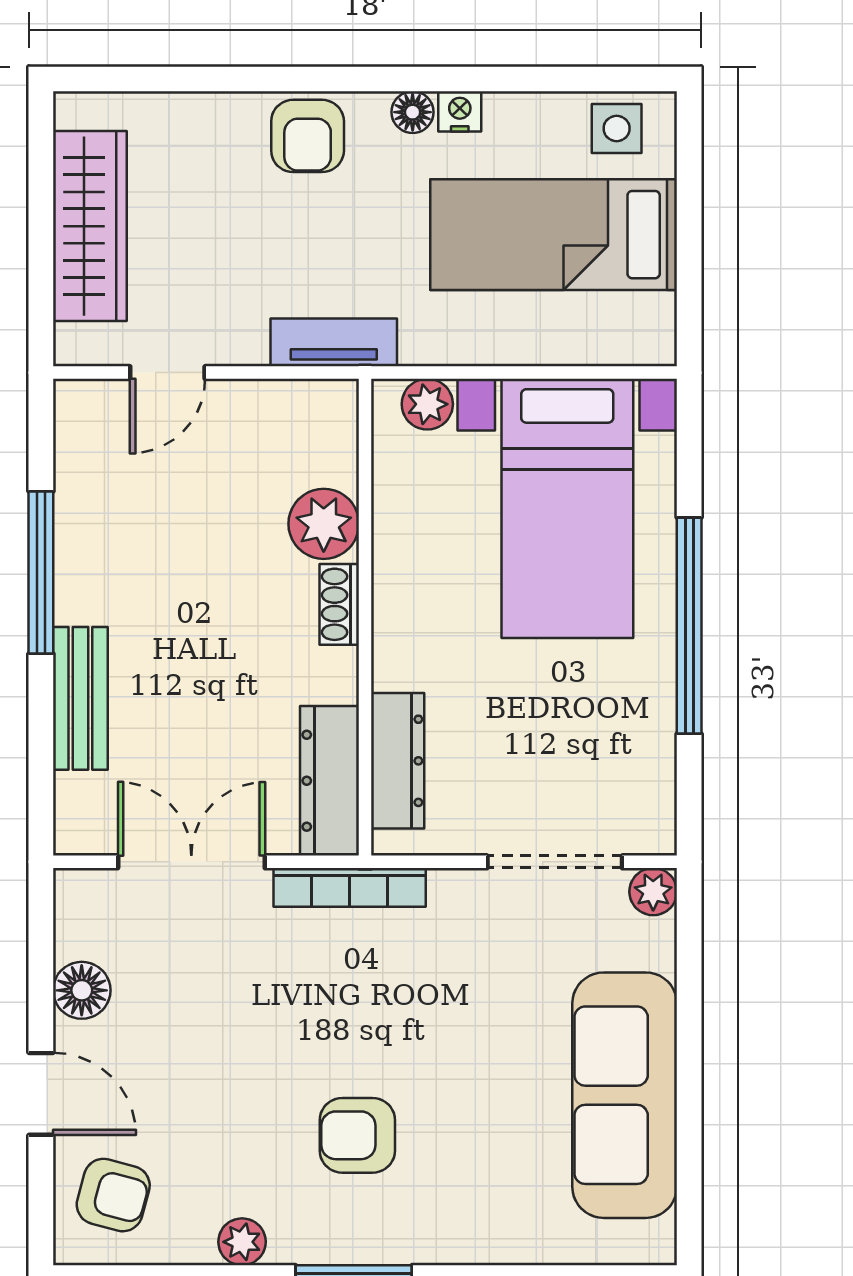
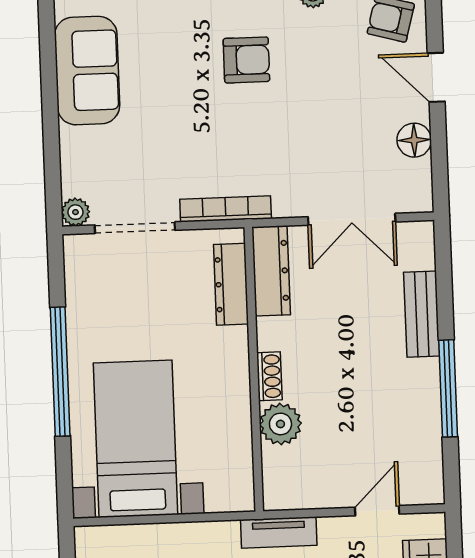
plant: (427, 404) -> (221, 498), removed
bookcase: (350, 887) -> (226, 209), moved
sofa: (625, 1095) -> (87, 71), width x0.73

